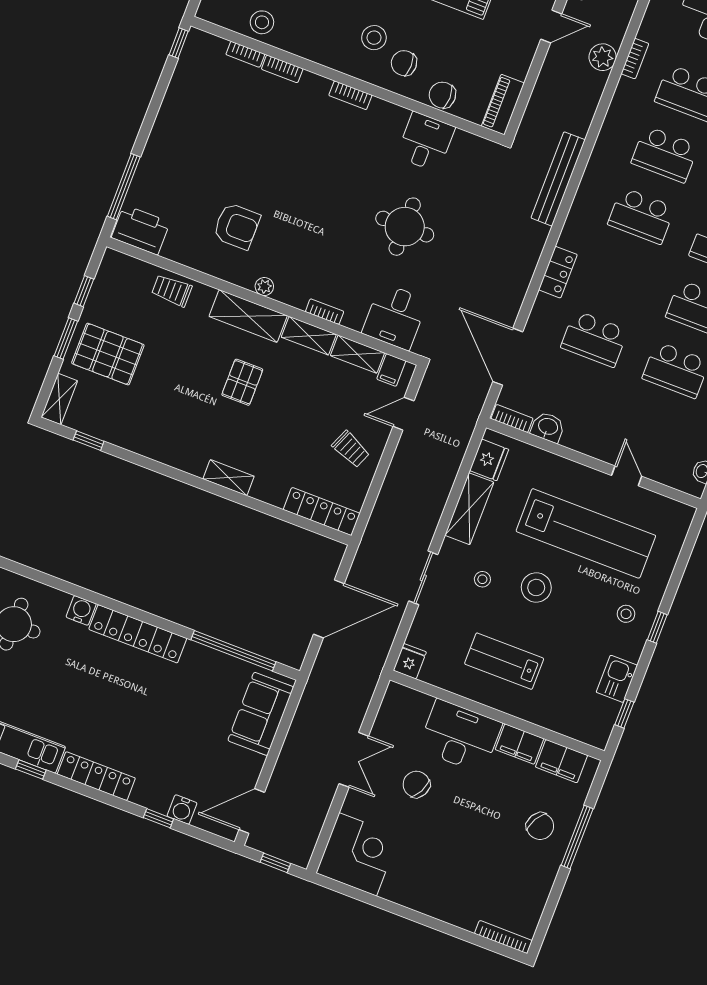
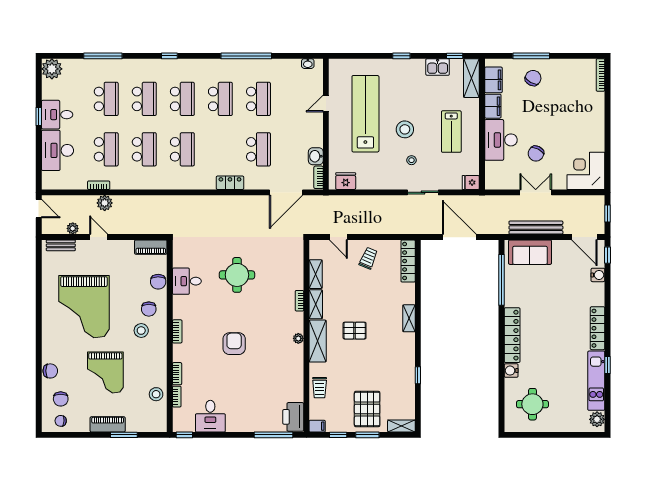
bench: (558, 179) -> (536, 228), moved
armchair: (237, 226) -> (234, 344), moved
desk: (395, 317) -> (210, 416), moved, turned 90
filing cabinet: (391, 370) -> (317, 426), moved
window: (89, 441) -> (418, 375), moved
shelving: (469, 509) -> (471, 78), moved, turned 90
stool: (626, 614) -> (401, 75), removed
window: (158, 818) -> (607, 255), moved

